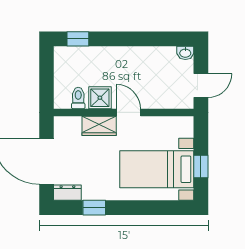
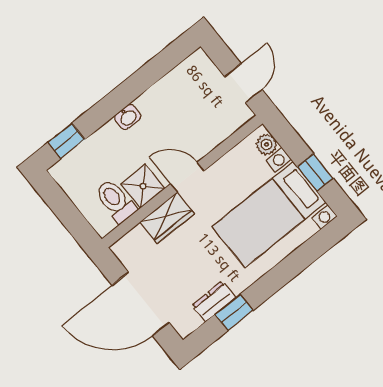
washbasin: (185, 53) -> (128, 117), moved
toilet: (78, 98) -> (116, 201), width x1.37, depth x1.39
plant: (186, 129) -> (266, 144), added
dresser: (67, 193) -> (214, 302), moved

